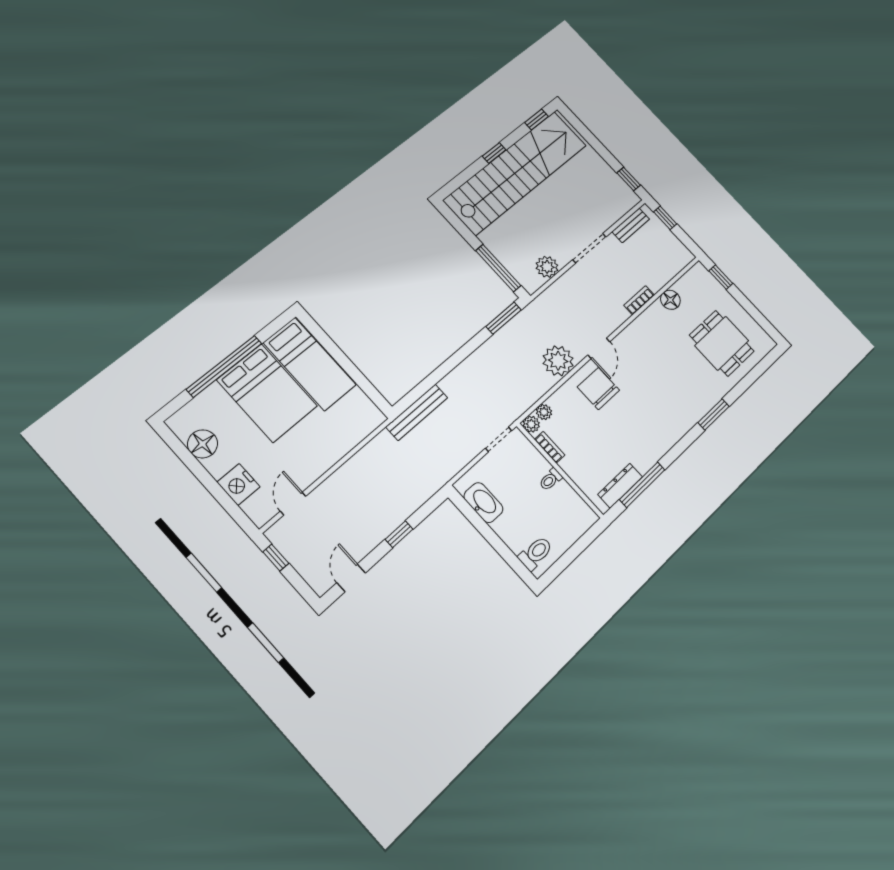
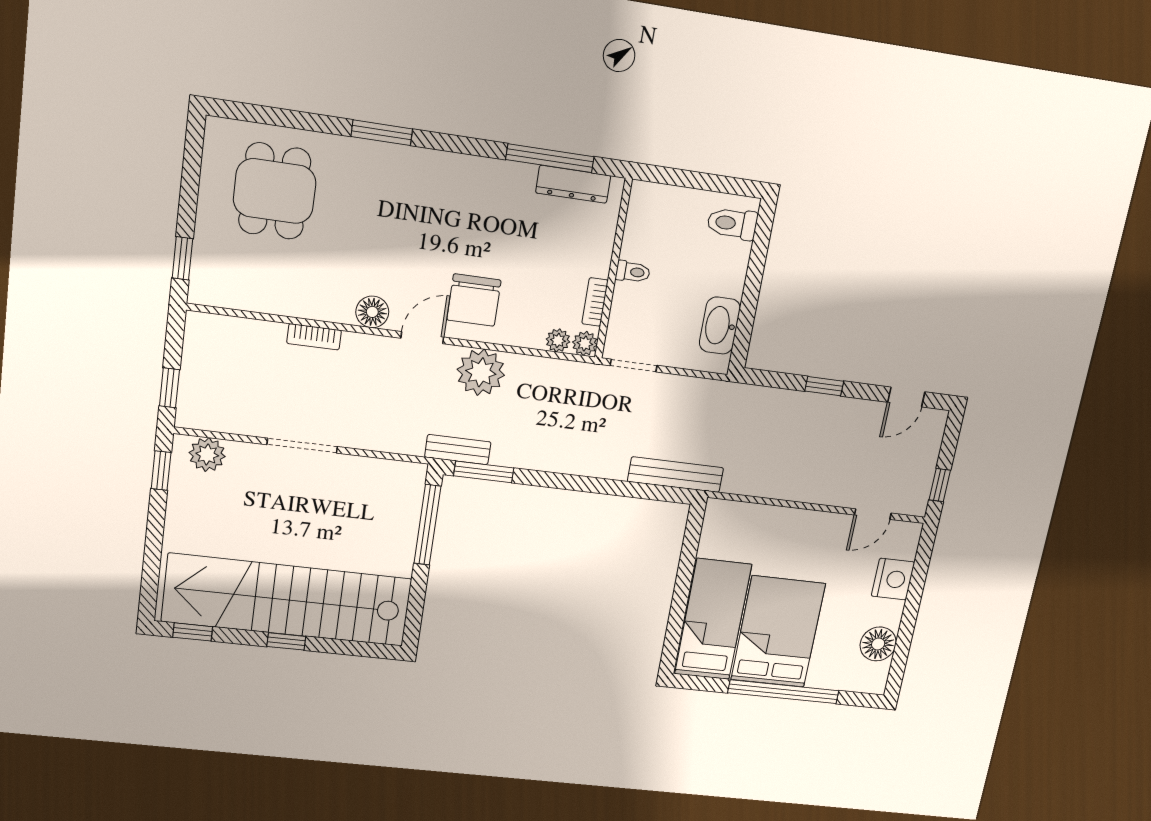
bench: (631, 225) -> (458, 450), moved
plant: (547, 267) -> (207, 455), moved
floor lamp: (670, 300) -> (372, 312), moved

